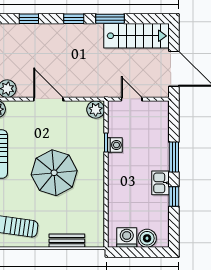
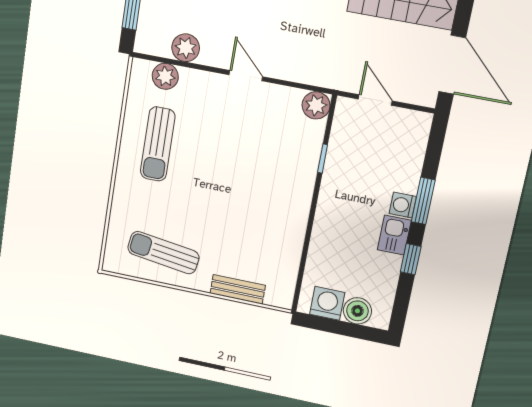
door: (48, 99) -> (246, 76), width x0.73
washing machine: (115, 145) -> (403, 205), moved, turned 180
parasol: (54, 173) -> (236, 188), removed

